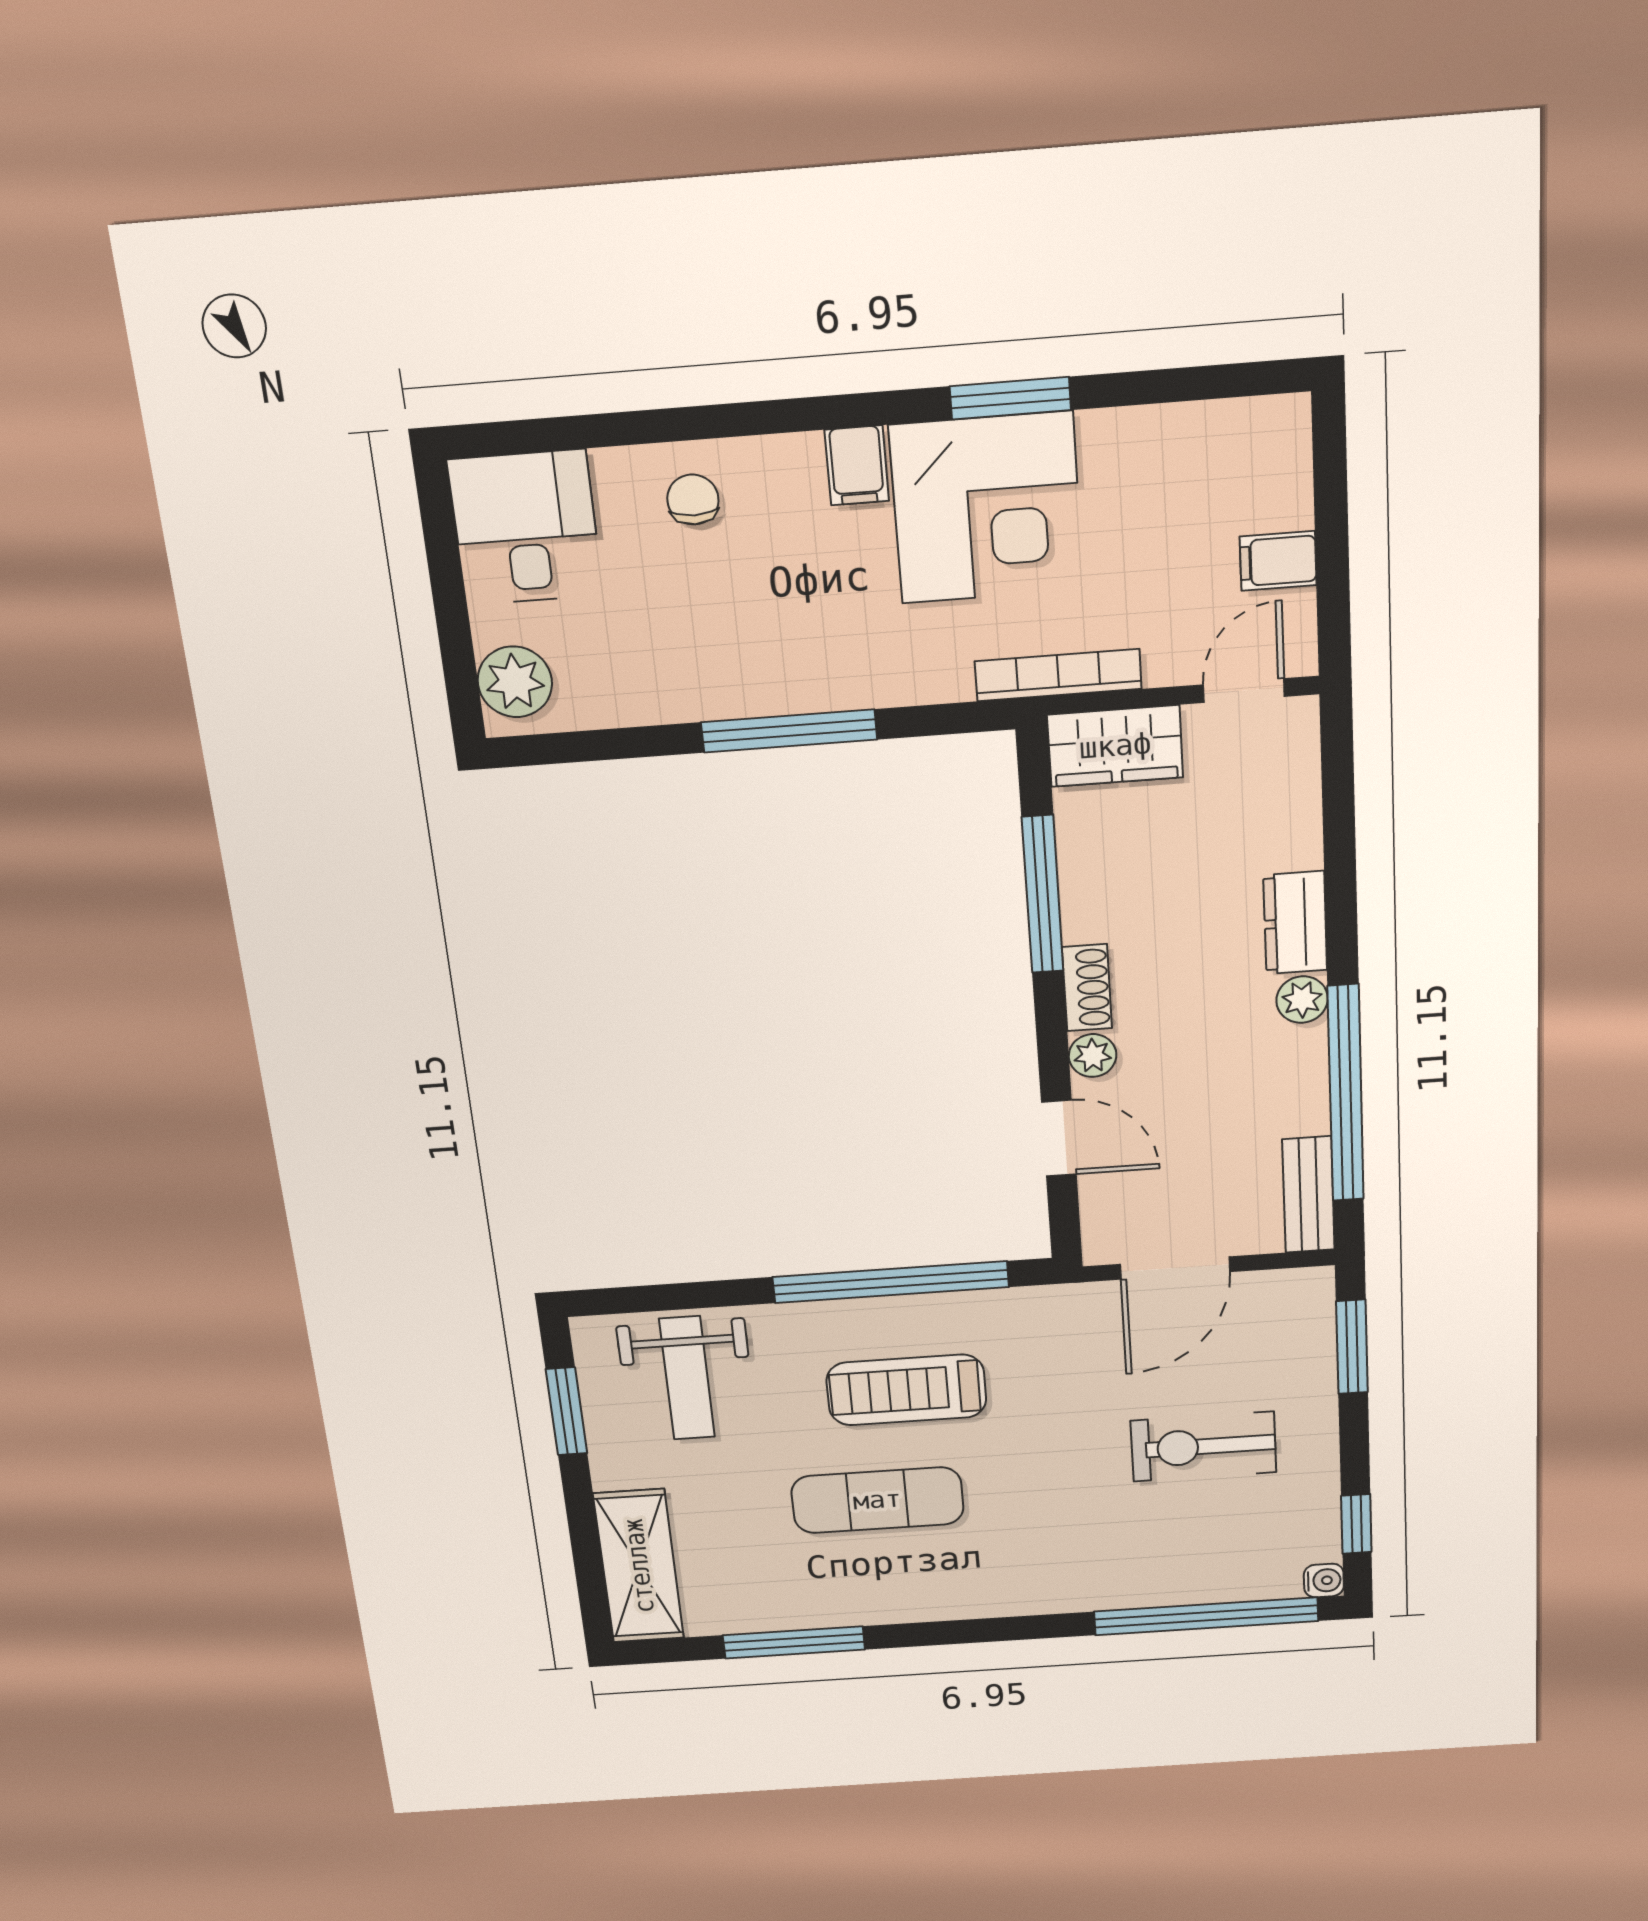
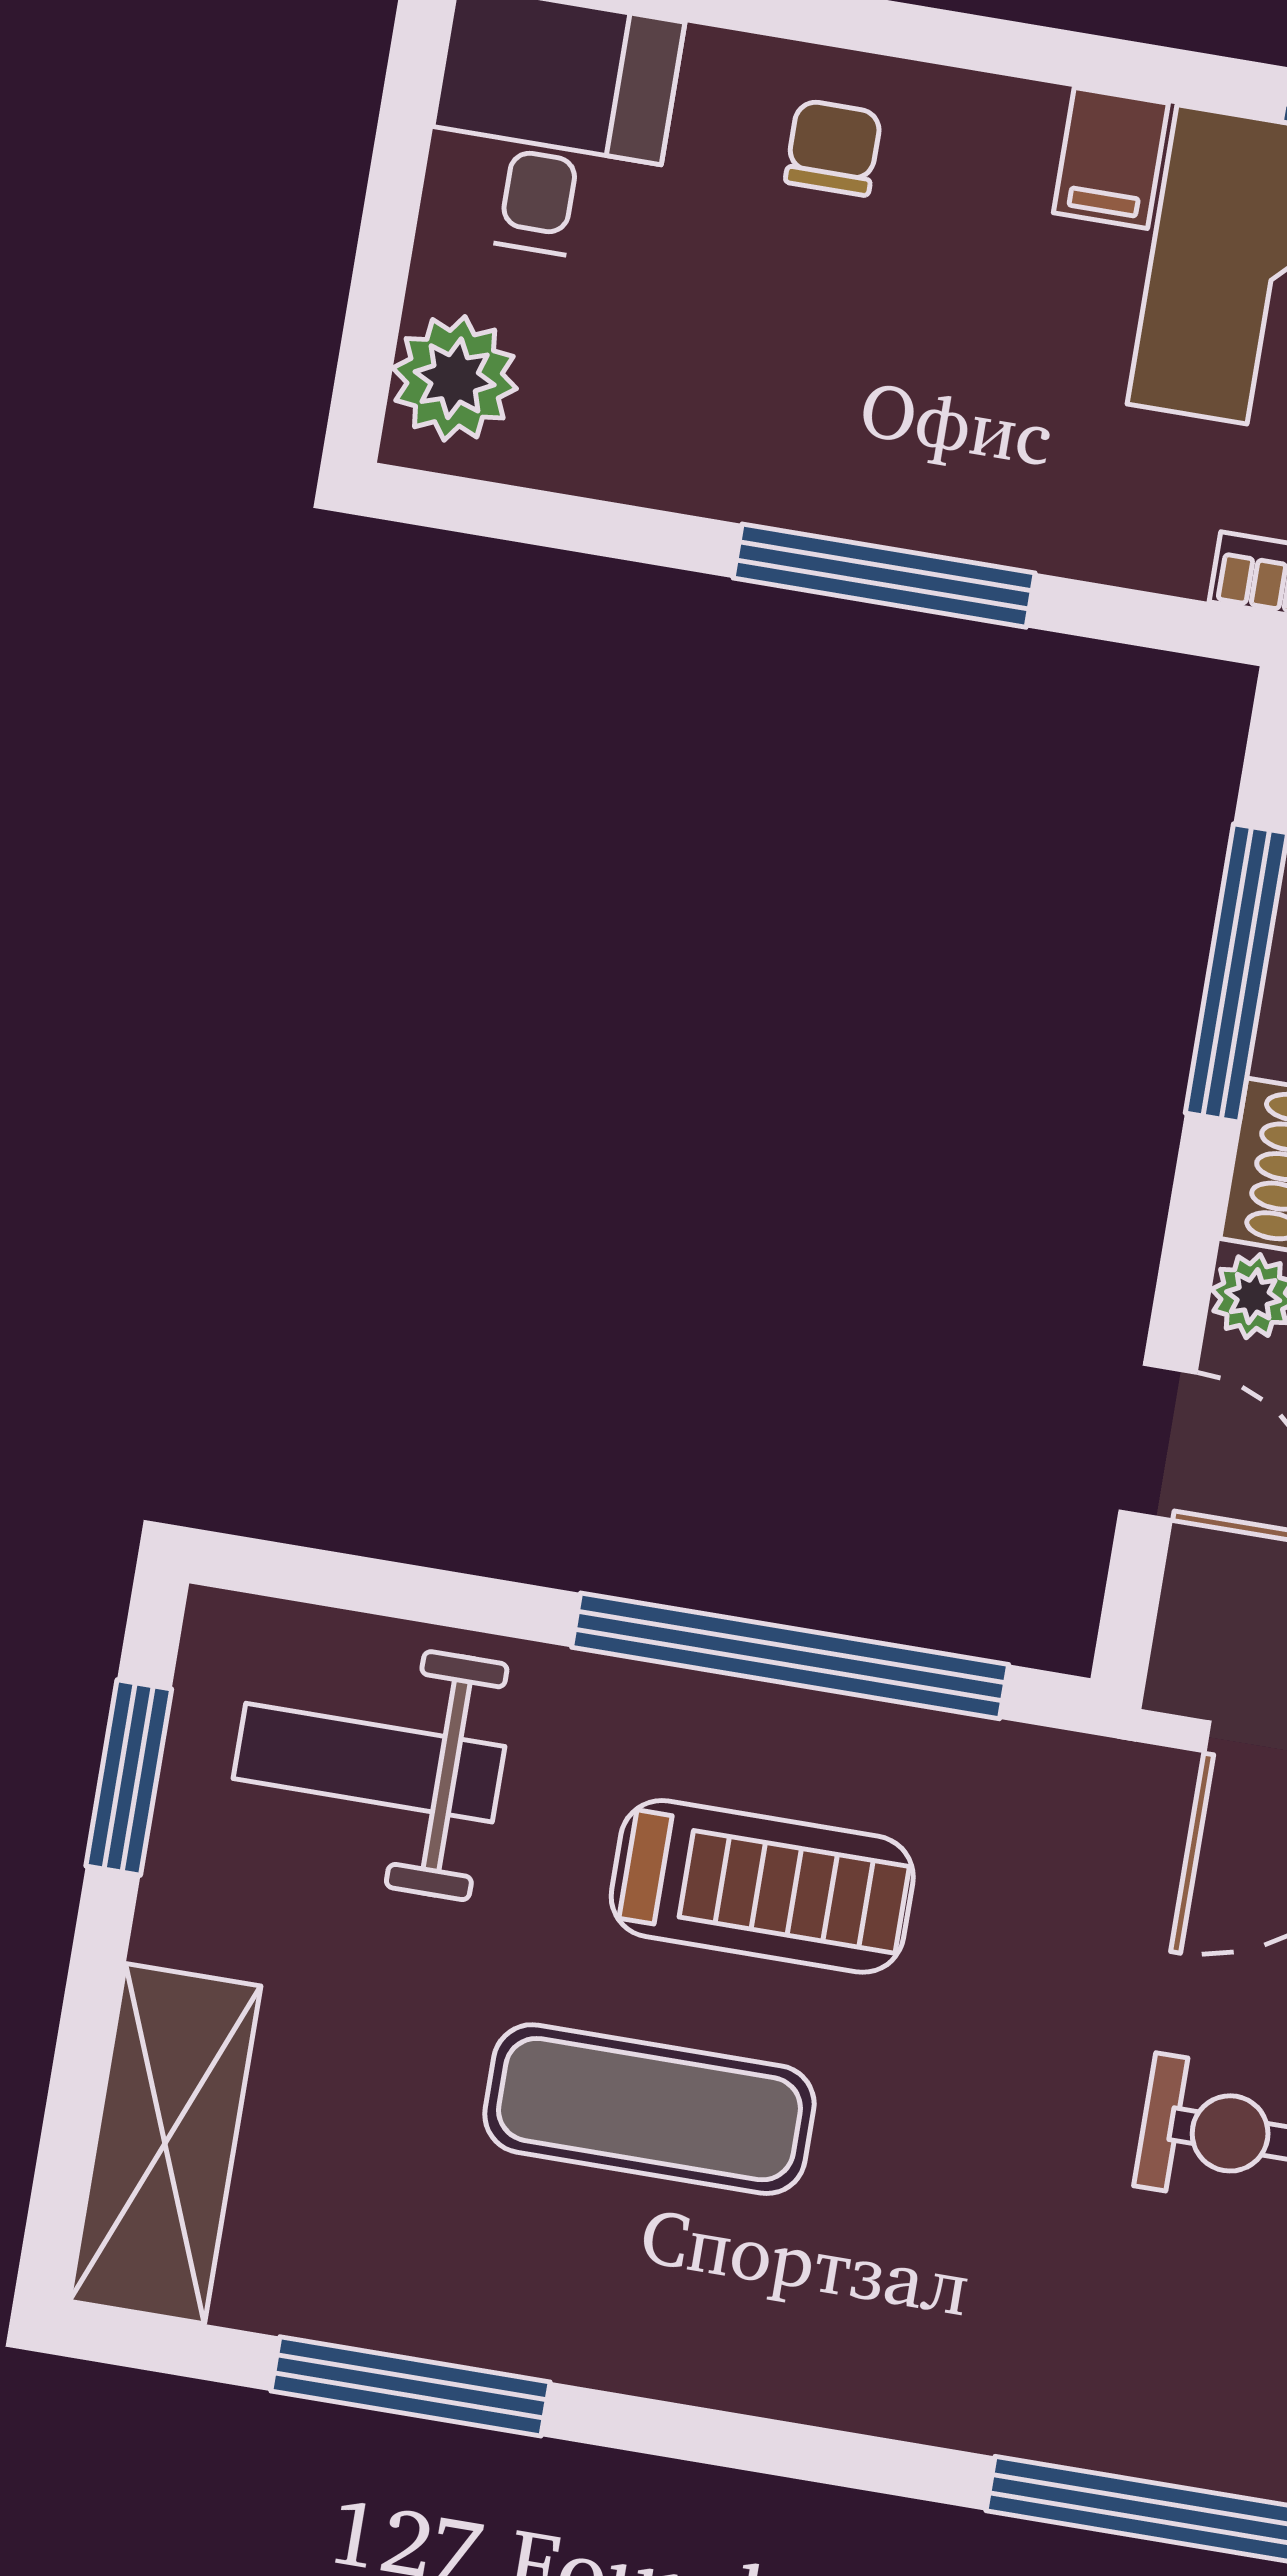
weight bench: (687, 1378) -> (369, 1763), turned 90
treadmill: (906, 1390) -> (762, 1886), turned 180

